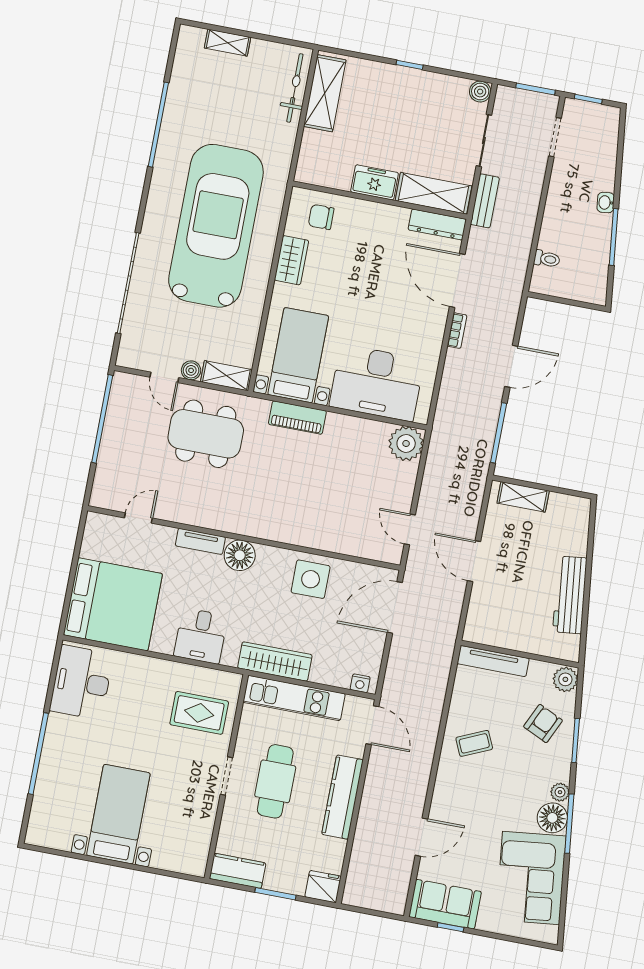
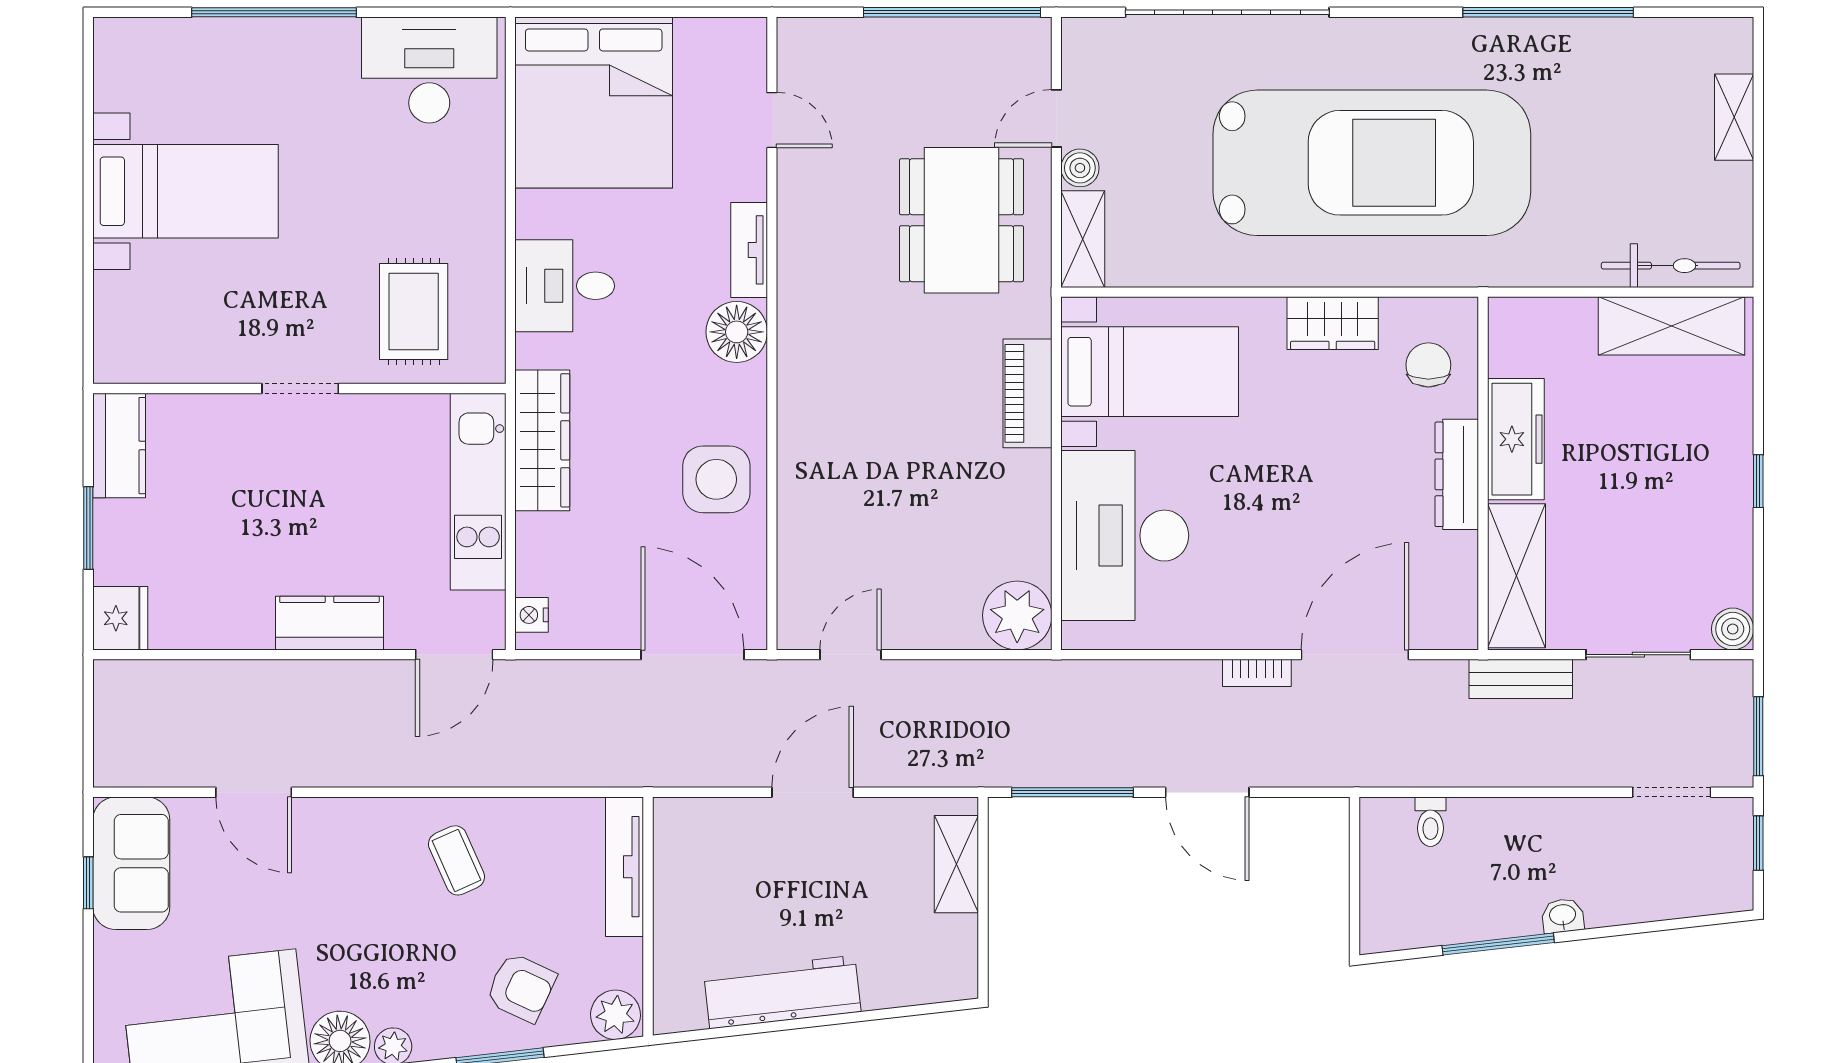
freezer: (375, 182) -> (1516, 439), width x1.40
dresser: (437, 225) -> (1457, 474), moved
cafe table: (275, 781) -> (308, 486), removed
kitchen counter: (343, 797) -> (329, 623), width x0.67

